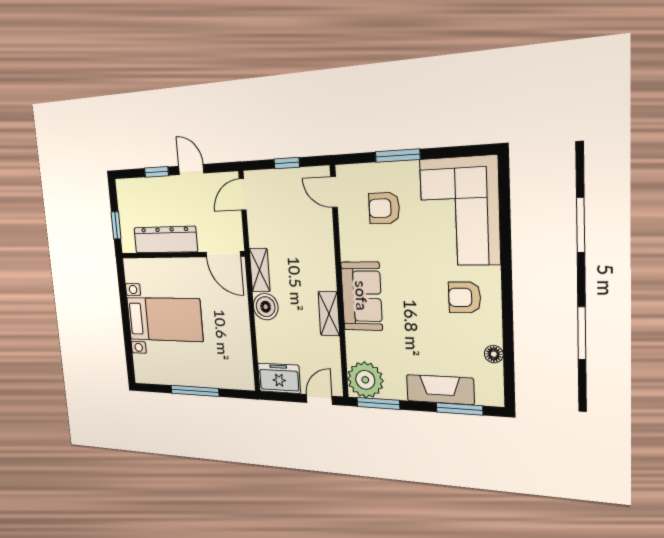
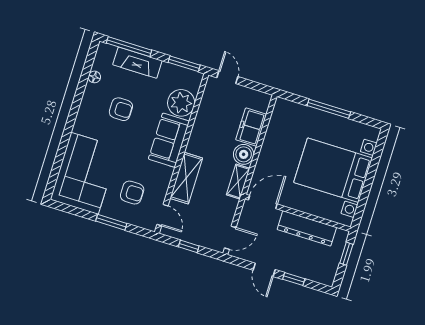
door: (223, 254) -> (263, 202), hinge flipped
armchair: (465, 297) -> (121, 109), moved
shelving: (329, 314) -> (186, 178), moved, width x1.50, depth x1.33
bed with nightstands: (164, 319) -> (333, 170), width x1.36
freezer: (279, 378) -> (251, 127), moved, turned 90
plant: (365, 380) -> (181, 103), moved
door: (319, 399) -> (227, 77), swing flipped
window: (459, 409) -> (129, 47), width x1.44

